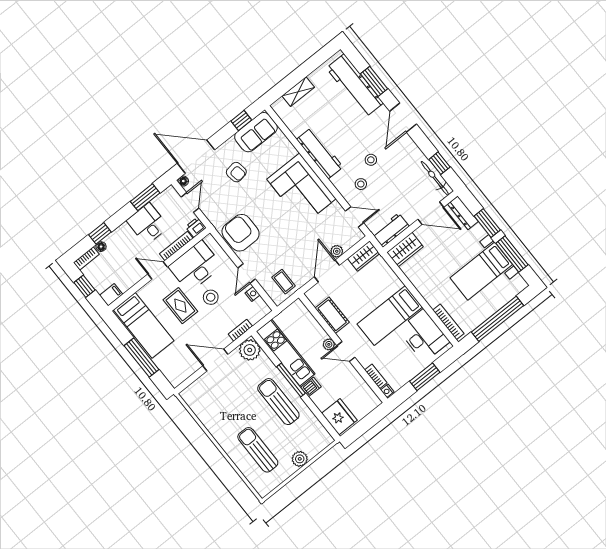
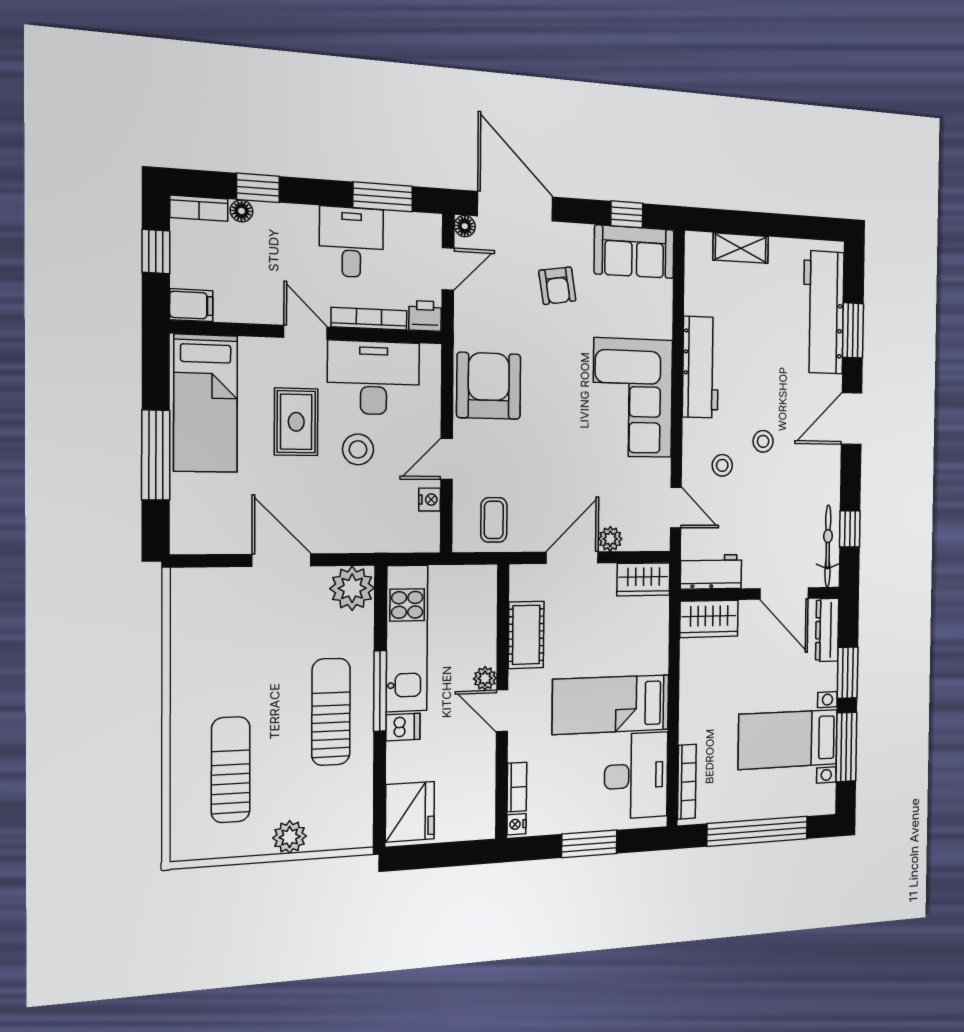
bookcase: (240, 330) -> (363, 543), removed

